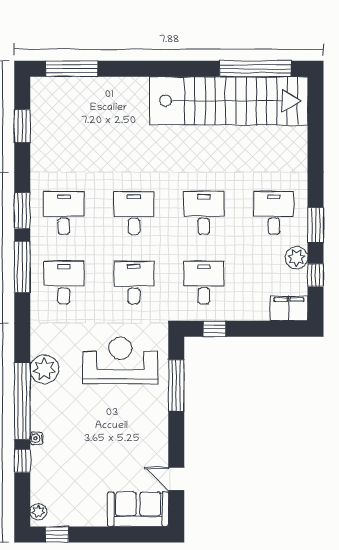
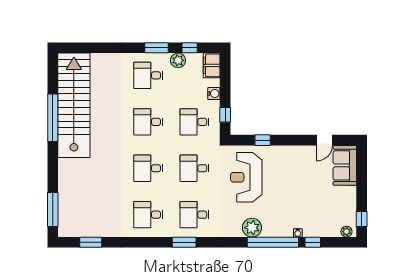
window: (255, 69) -> (53, 118), moved
window: (22, 211) -> (147, 242), removed
window: (22, 267) -> (184, 242), width x0.69
water cooler: (246, 312) -> (214, 94), added
window: (176, 385) -> (263, 140), width x0.46

